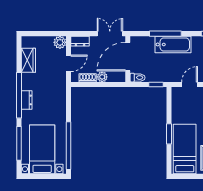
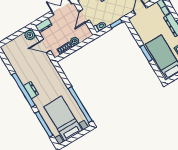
door: (128, 57) -> (84, 16), width x0.53
wardrobe: (28, 60) -> (15, 61), removed
door: (69, 63) -> (45, 46), swing flipped

